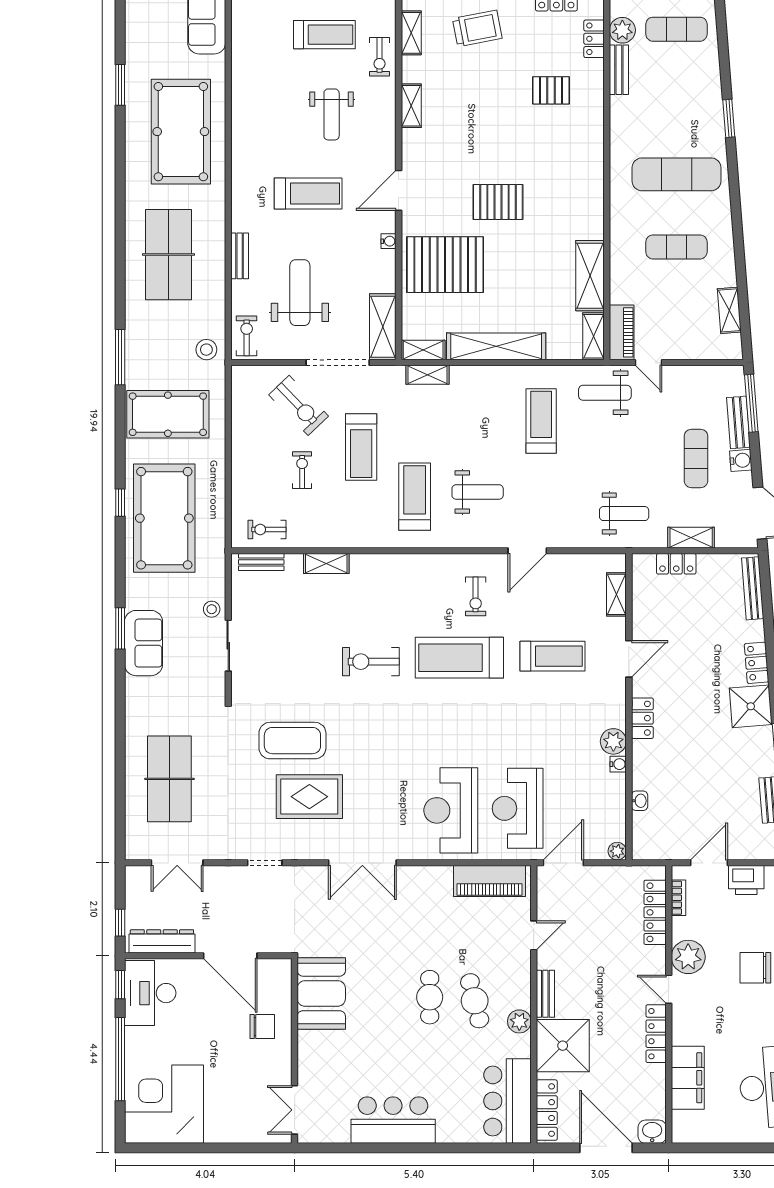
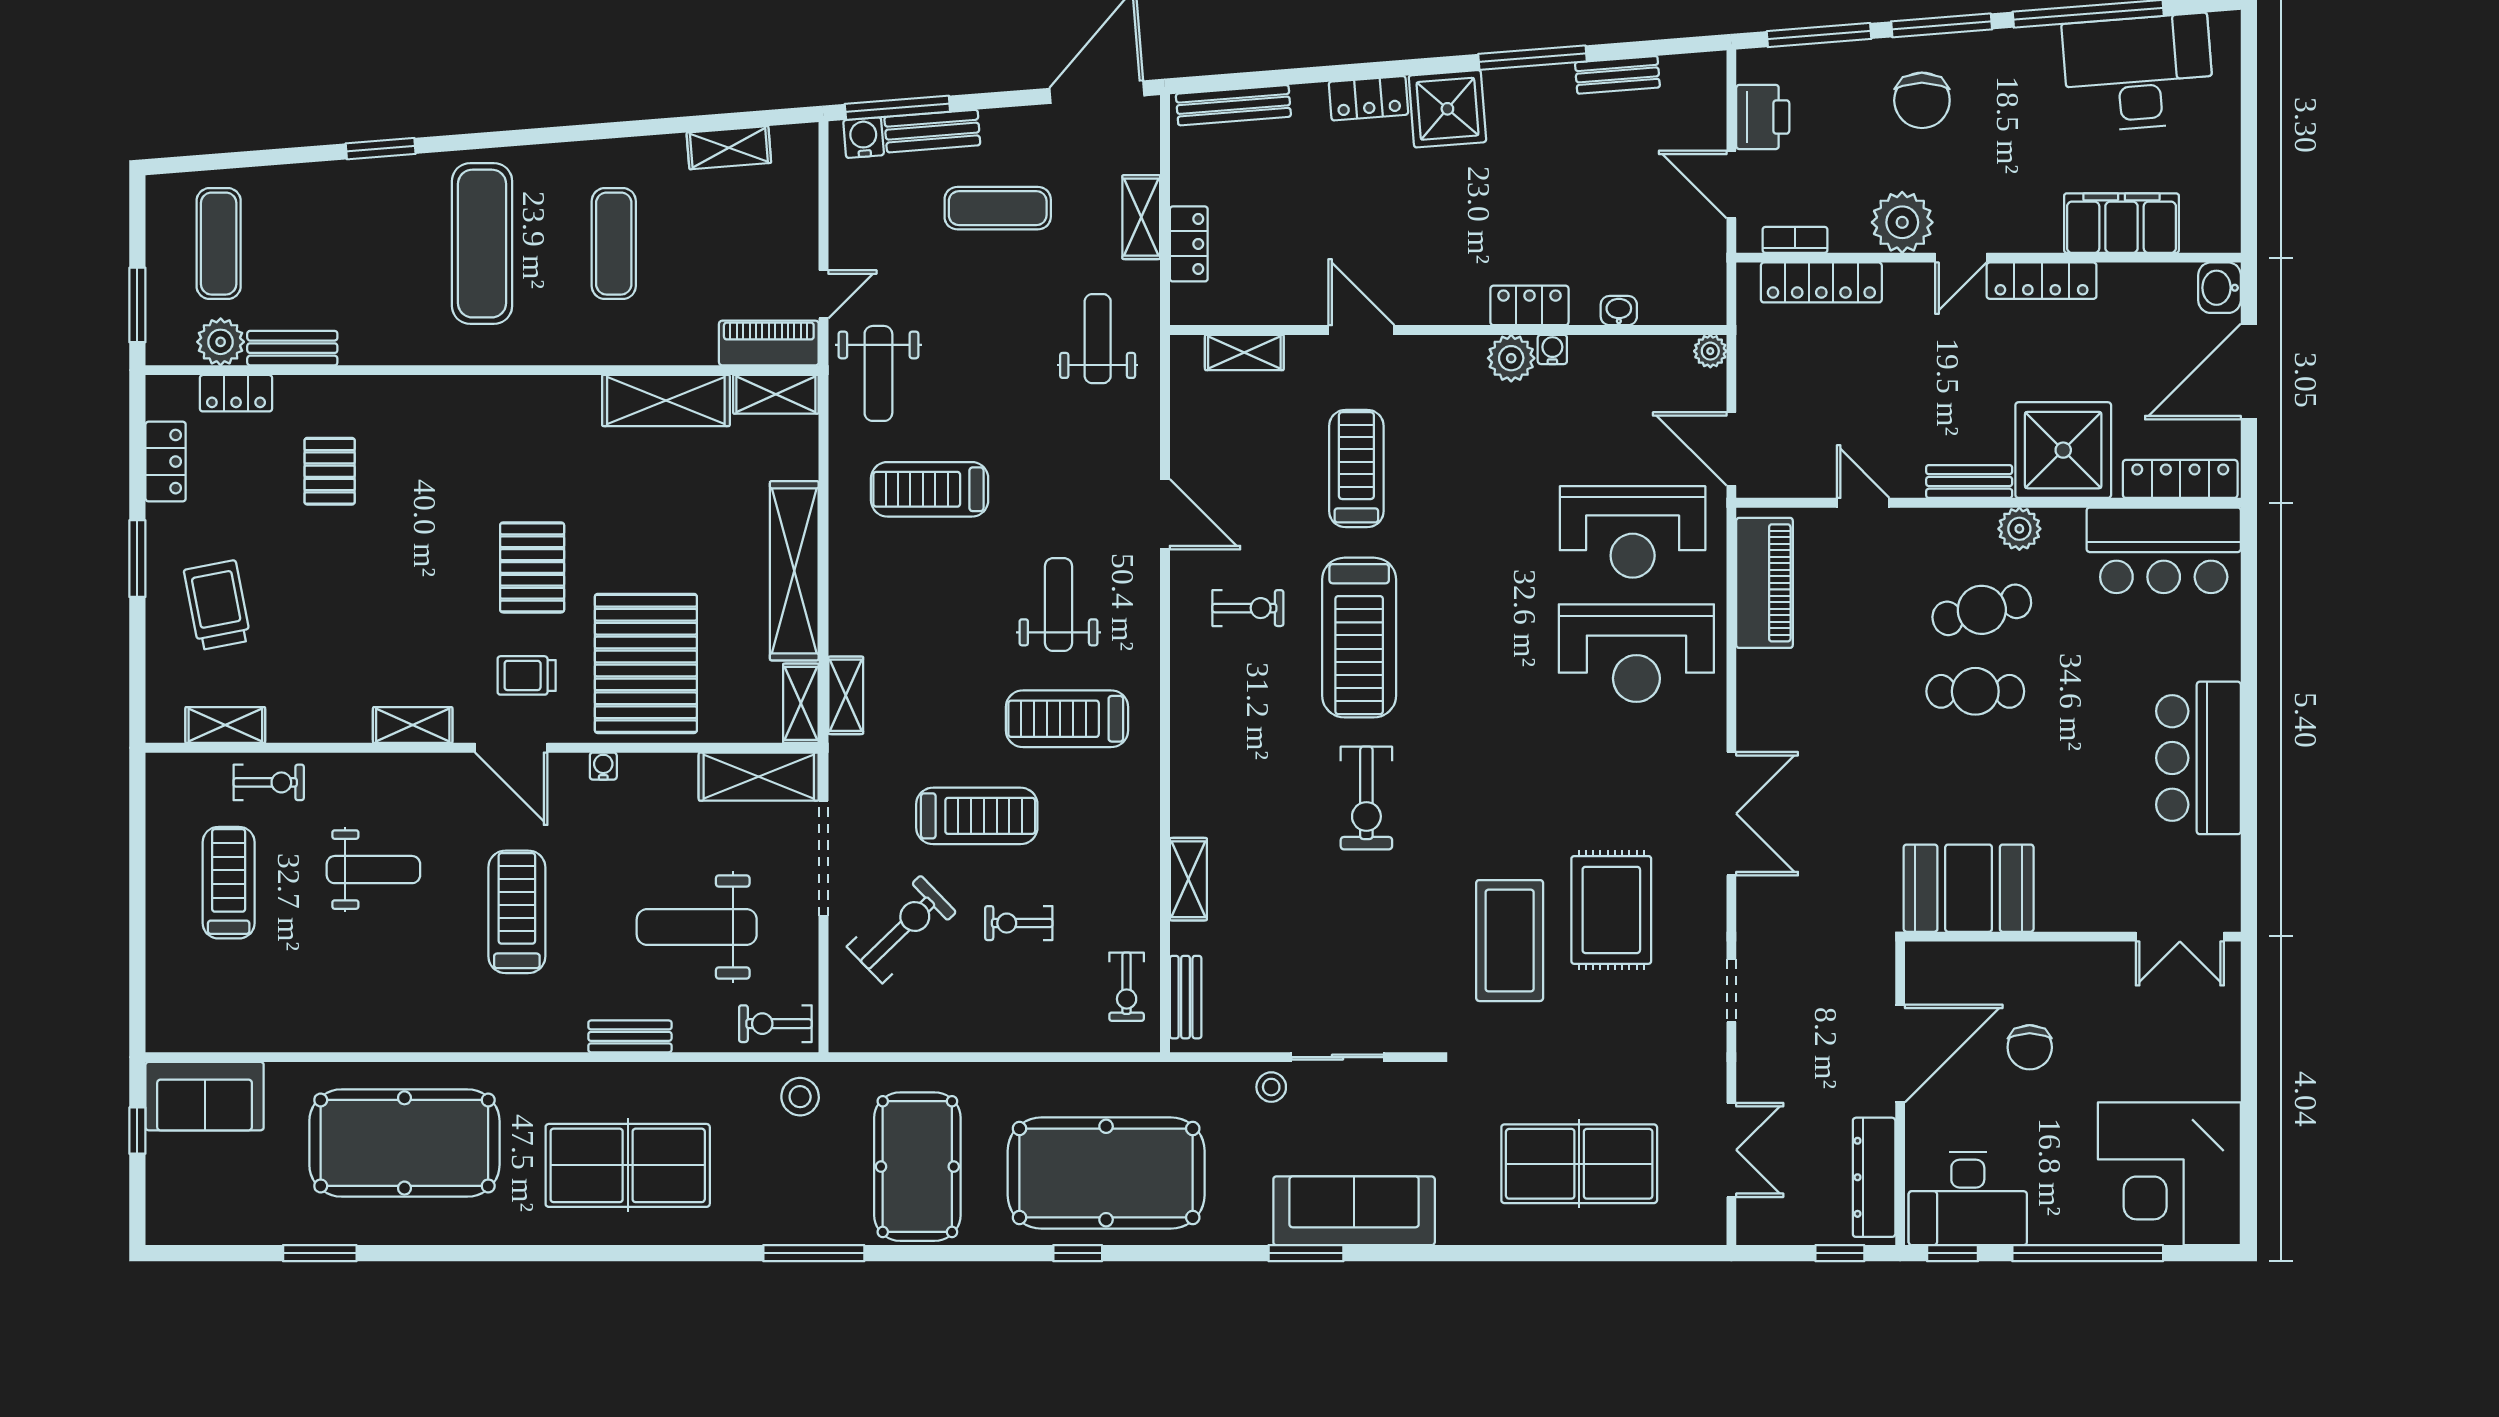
shelving: (411, 106) -> (413, 725), moved
trolley: (438, 199) -> (527, 675), added
water cooler: (741, 460) -> (864, 138), moved
sofa: (144, 643) -> (1354, 1211), width x1.36
locker: (642, 718) -> (1529, 305), moved
chair: (262, 1026) -> (2030, 1047), moved, turned 180

